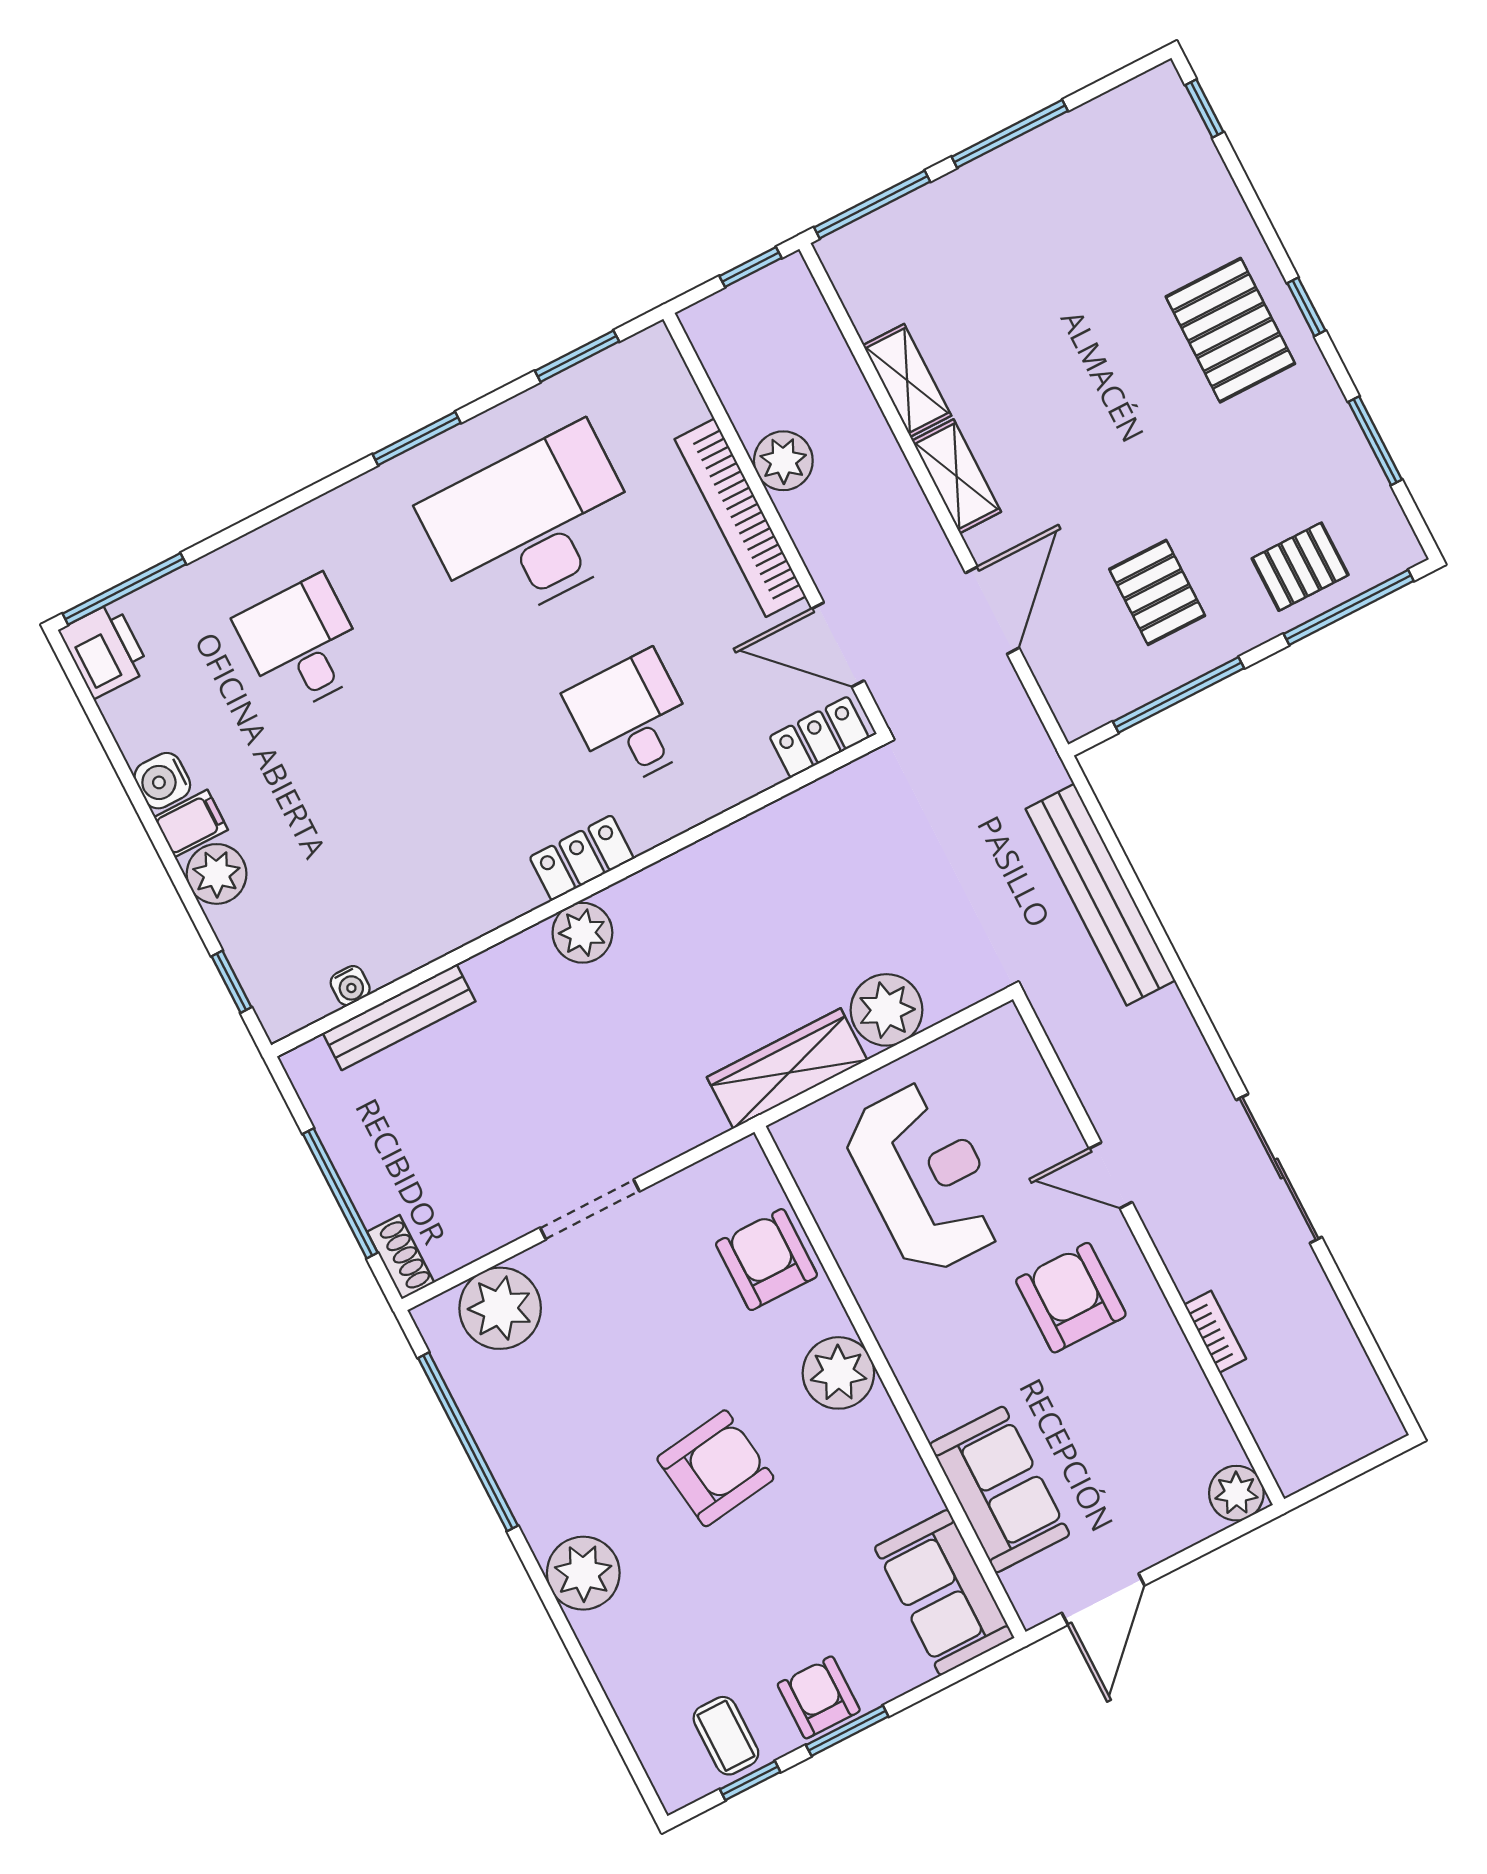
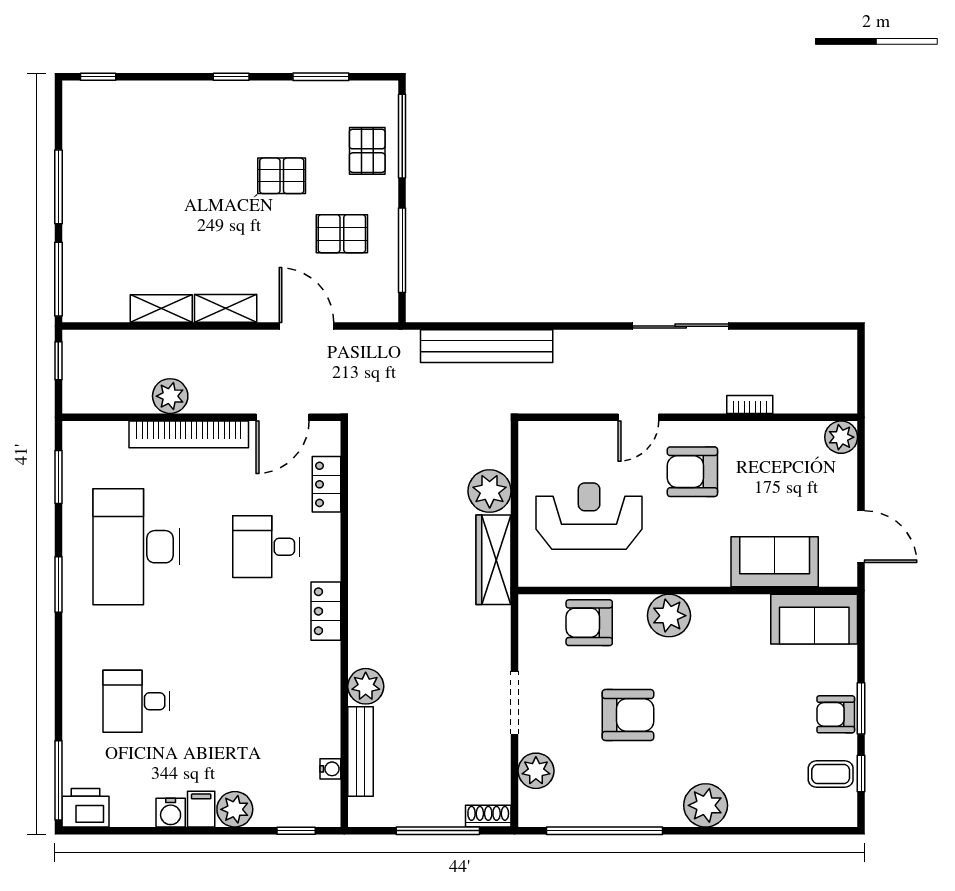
pallet: (1230, 330) -> (282, 176), moved, width x0.67, depth x0.71
locker: (819, 737) -> (327, 484), moved
plant: (582, 933) -> (366, 686), moved
plant: (500, 1308) -> (536, 771), width x0.73, depth x0.73
armchair: (715, 1468) -> (628, 715), moved, turned 98

